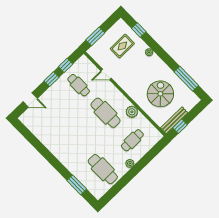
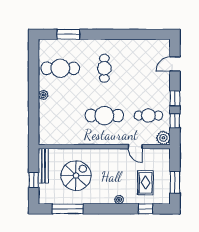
window: (95, 36) -> (175, 182), moved
door: (106, 75) -> (135, 147), swing flipped
spiral stairs: (160, 94) -> (76, 176), turned -90
plant: (132, 112) -> (163, 138), moved
window: (180, 126) -> (34, 180), moved
cafe table: (132, 140) -> (104, 68), moved

